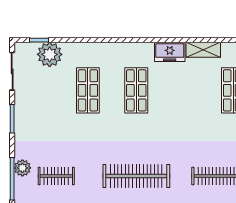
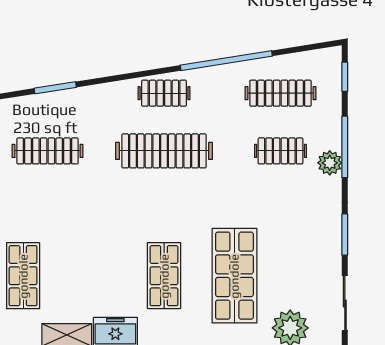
shop shelf: (88, 90) -> (234, 276), width x1.43, depth x1.36

